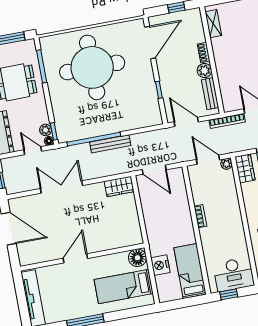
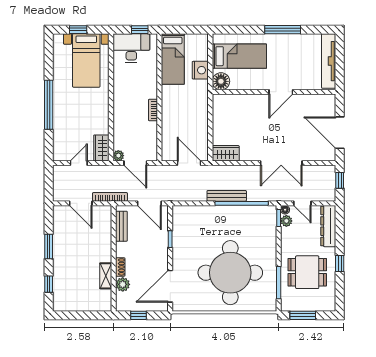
shelving: (213, 24) -> (106, 276), moved
plant: (204, 71) -> (123, 284), moved

